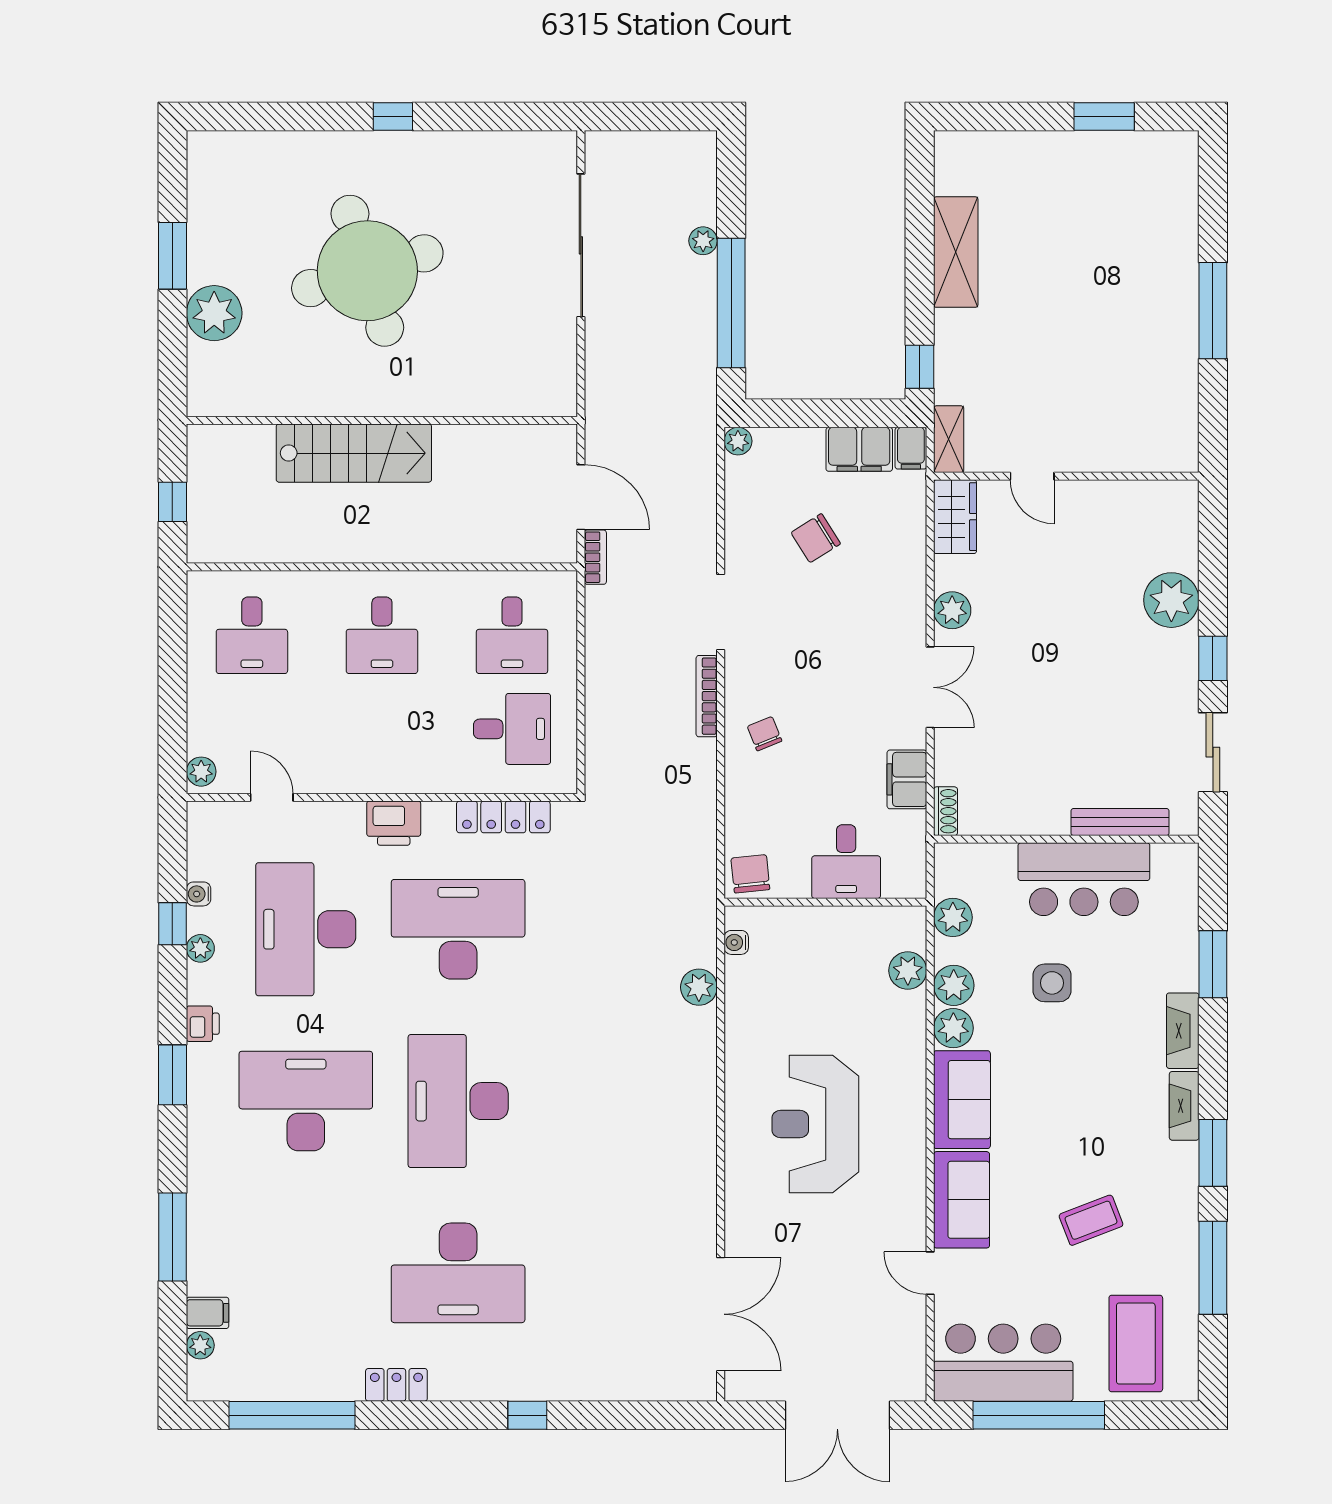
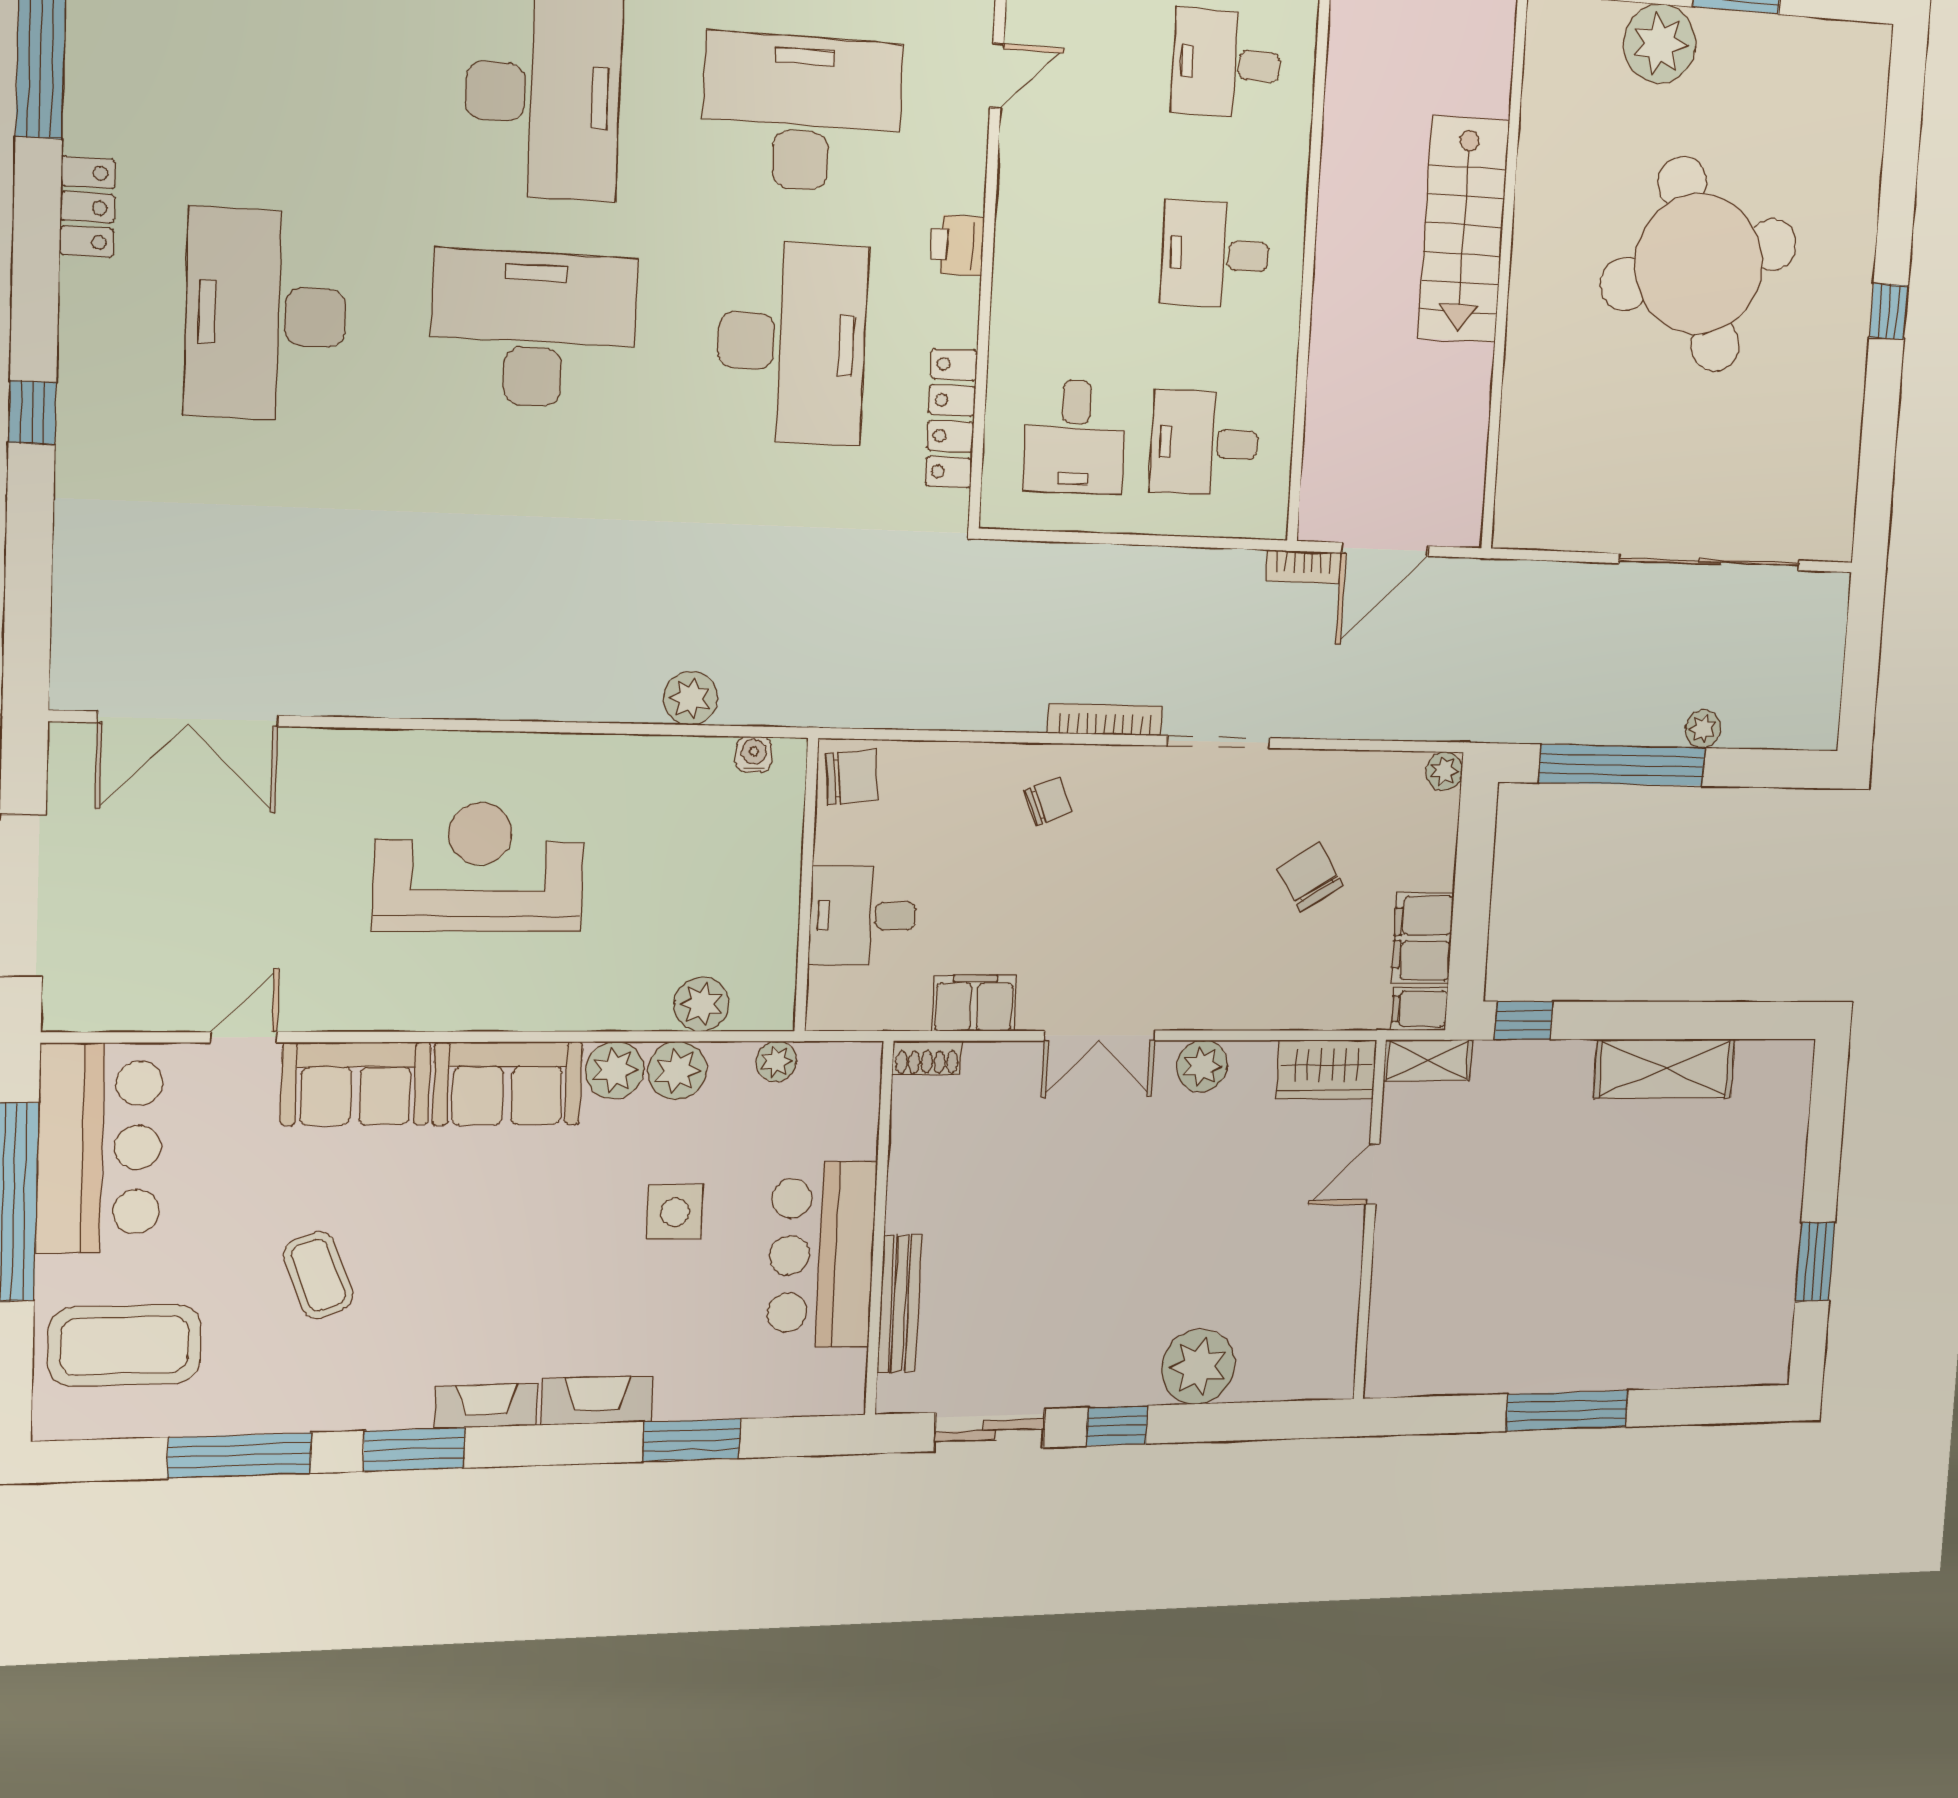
printer: (394, 823) -> (957, 245), width x0.73, depth x0.81
plant: (953, 917) -> (776, 1061), width x0.73, depth x0.73

